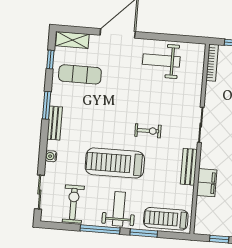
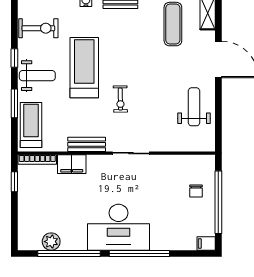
bookcase: (212, 63) -> (37, 160), moved
window: (100, 229) -> (14, 58), width x0.46

